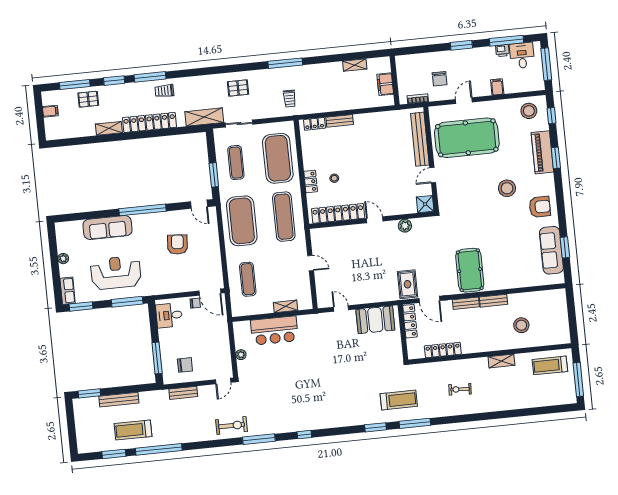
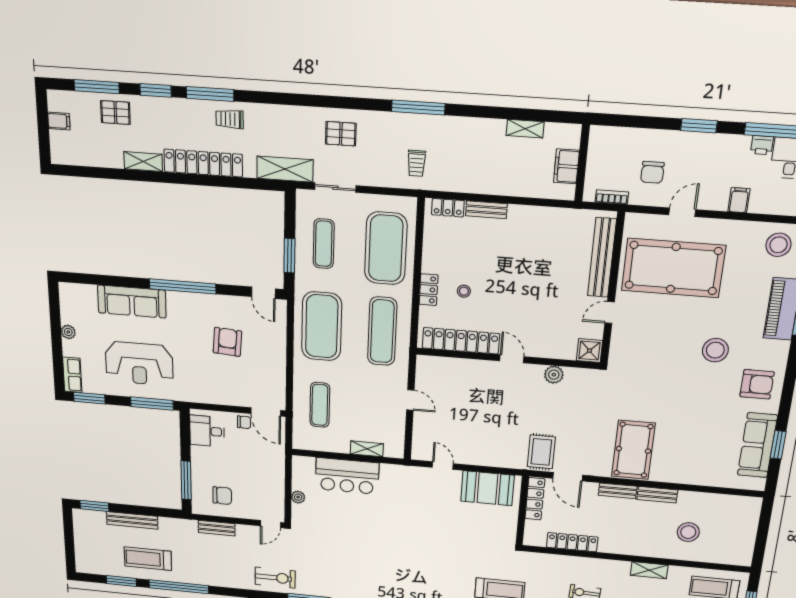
reception desk: (116, 273) -> (139, 364), turned 180

